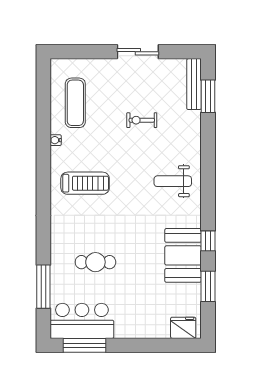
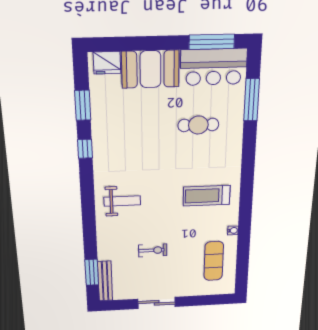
booth: (183, 255) -> (150, 69), moved, turned 90

